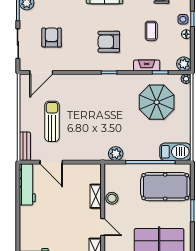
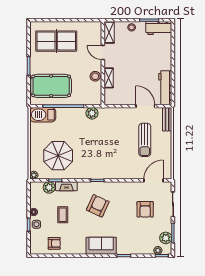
armchair: (109, 42) -> (98, 206), turned -65
plant: (184, 64) -> (49, 187), moved

